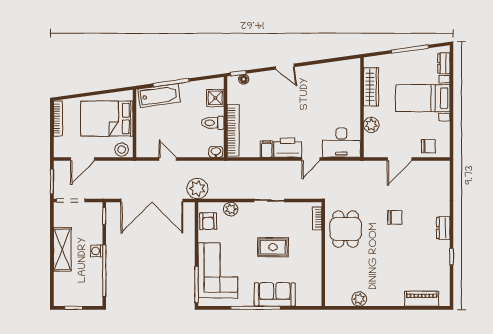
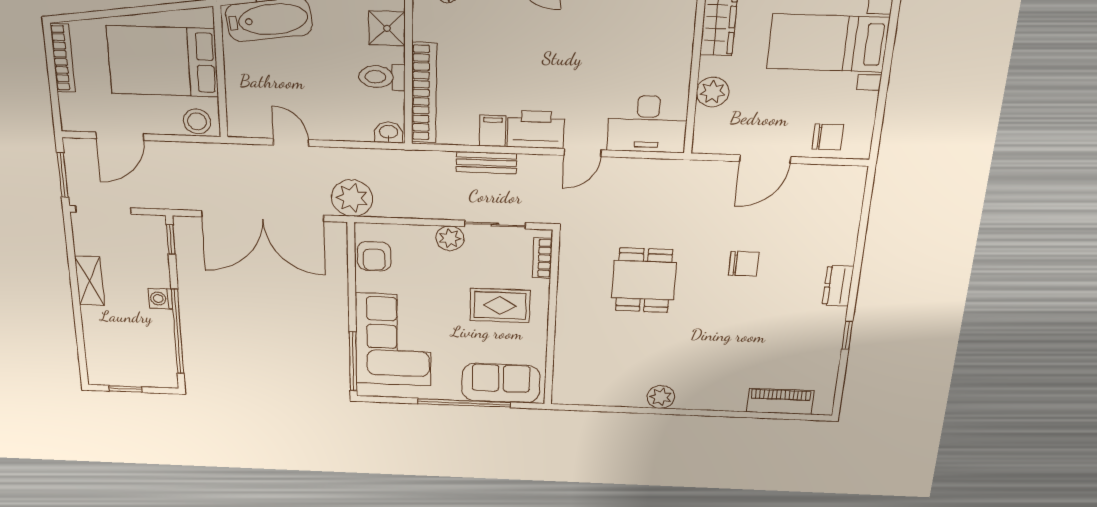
bench: (264, 166) -> (486, 163), added
plant: (231, 209) -> (450, 238), moved
bookcase: (317, 218) -> (542, 258), moved
shelving: (62, 249) -> (90, 281), width x0.67, depth x0.75
wall: (323, 254) -> (552, 319), moved

